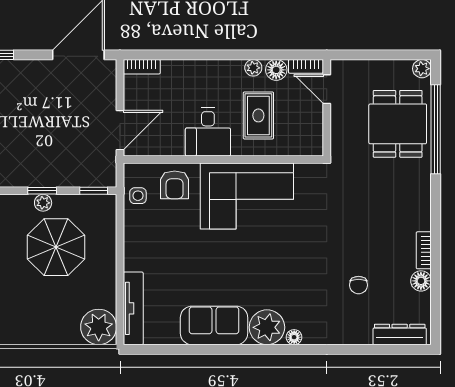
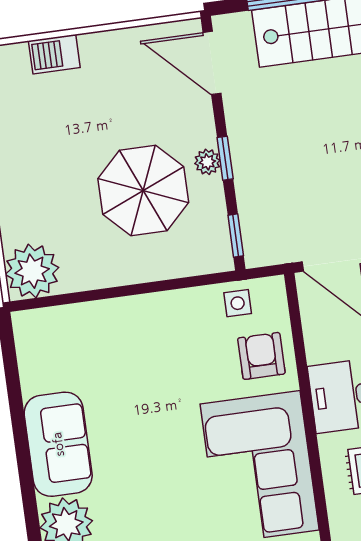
armchair: (175, 185) -> (261, 356), turned 90
tv unit: (133, 308) -> (67, 319), removed

